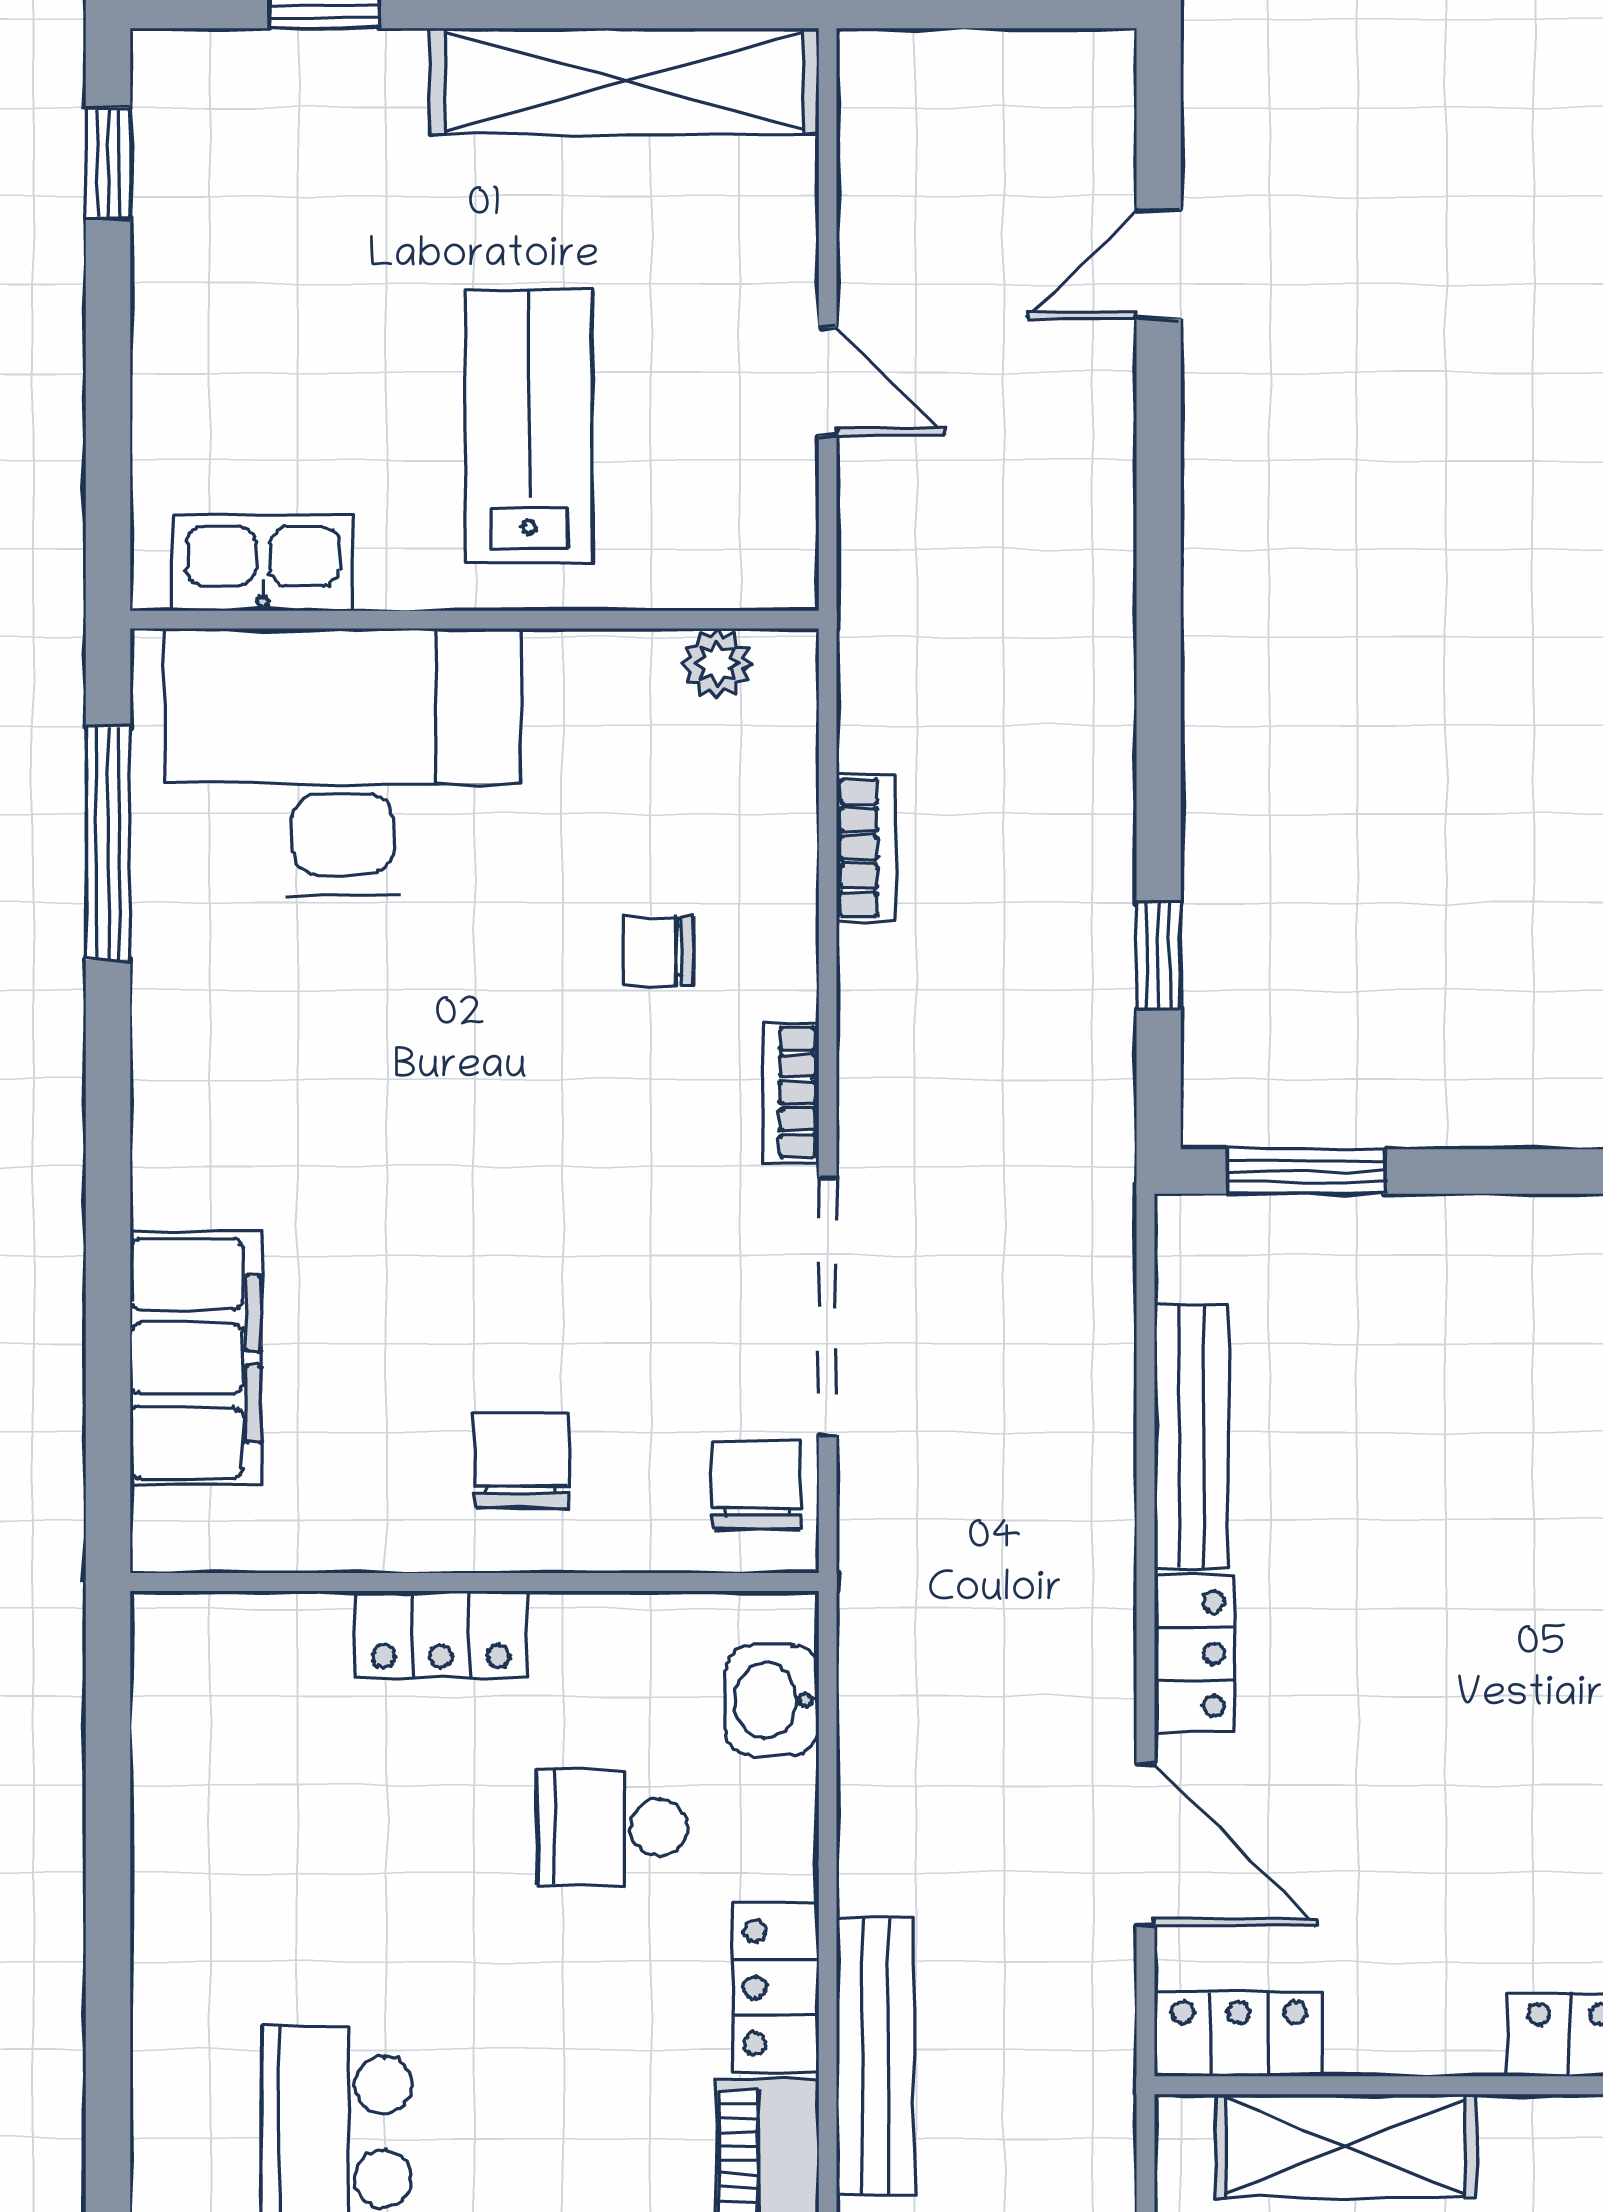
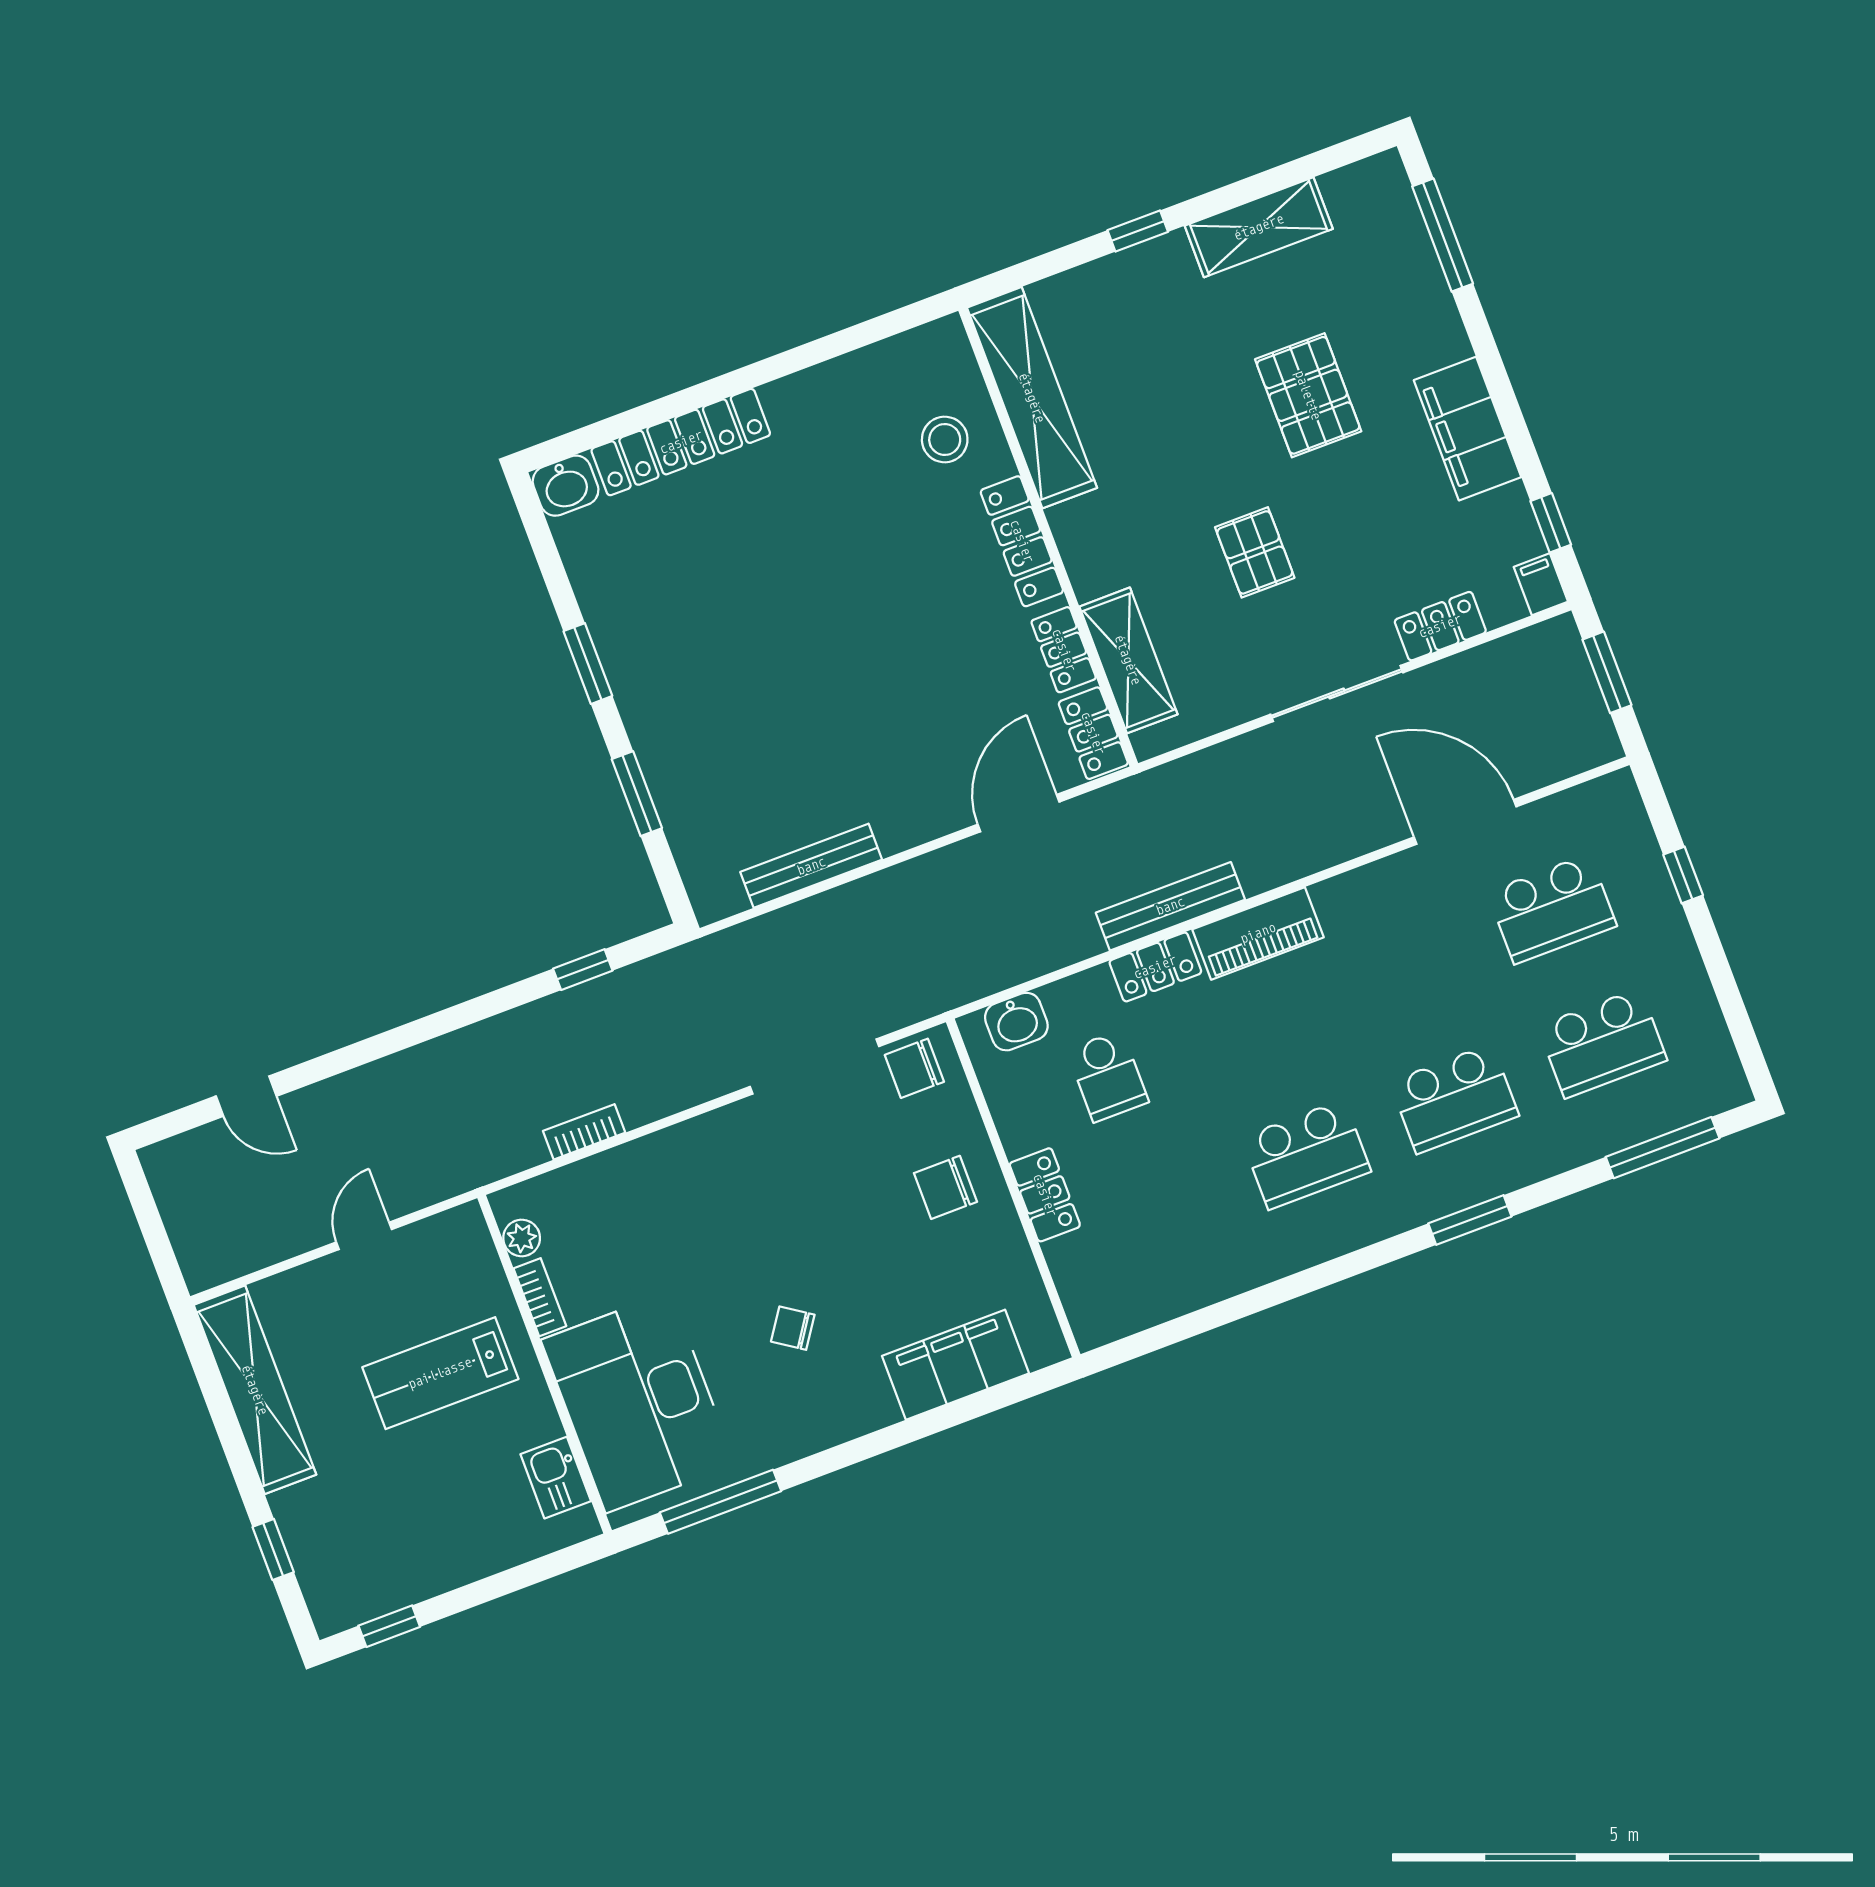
kitchen sink: (263, 563) -> (556, 1478), width x0.73
chair: (658, 951) -> (793, 1328), moved, turned 124
bookcase: (791, 1093) -> (540, 1297), moved, turned -90
window: (1306, 1171) -> (637, 794), moved
locker: (1194, 1654) -> (1064, 650), moved, turned -90

